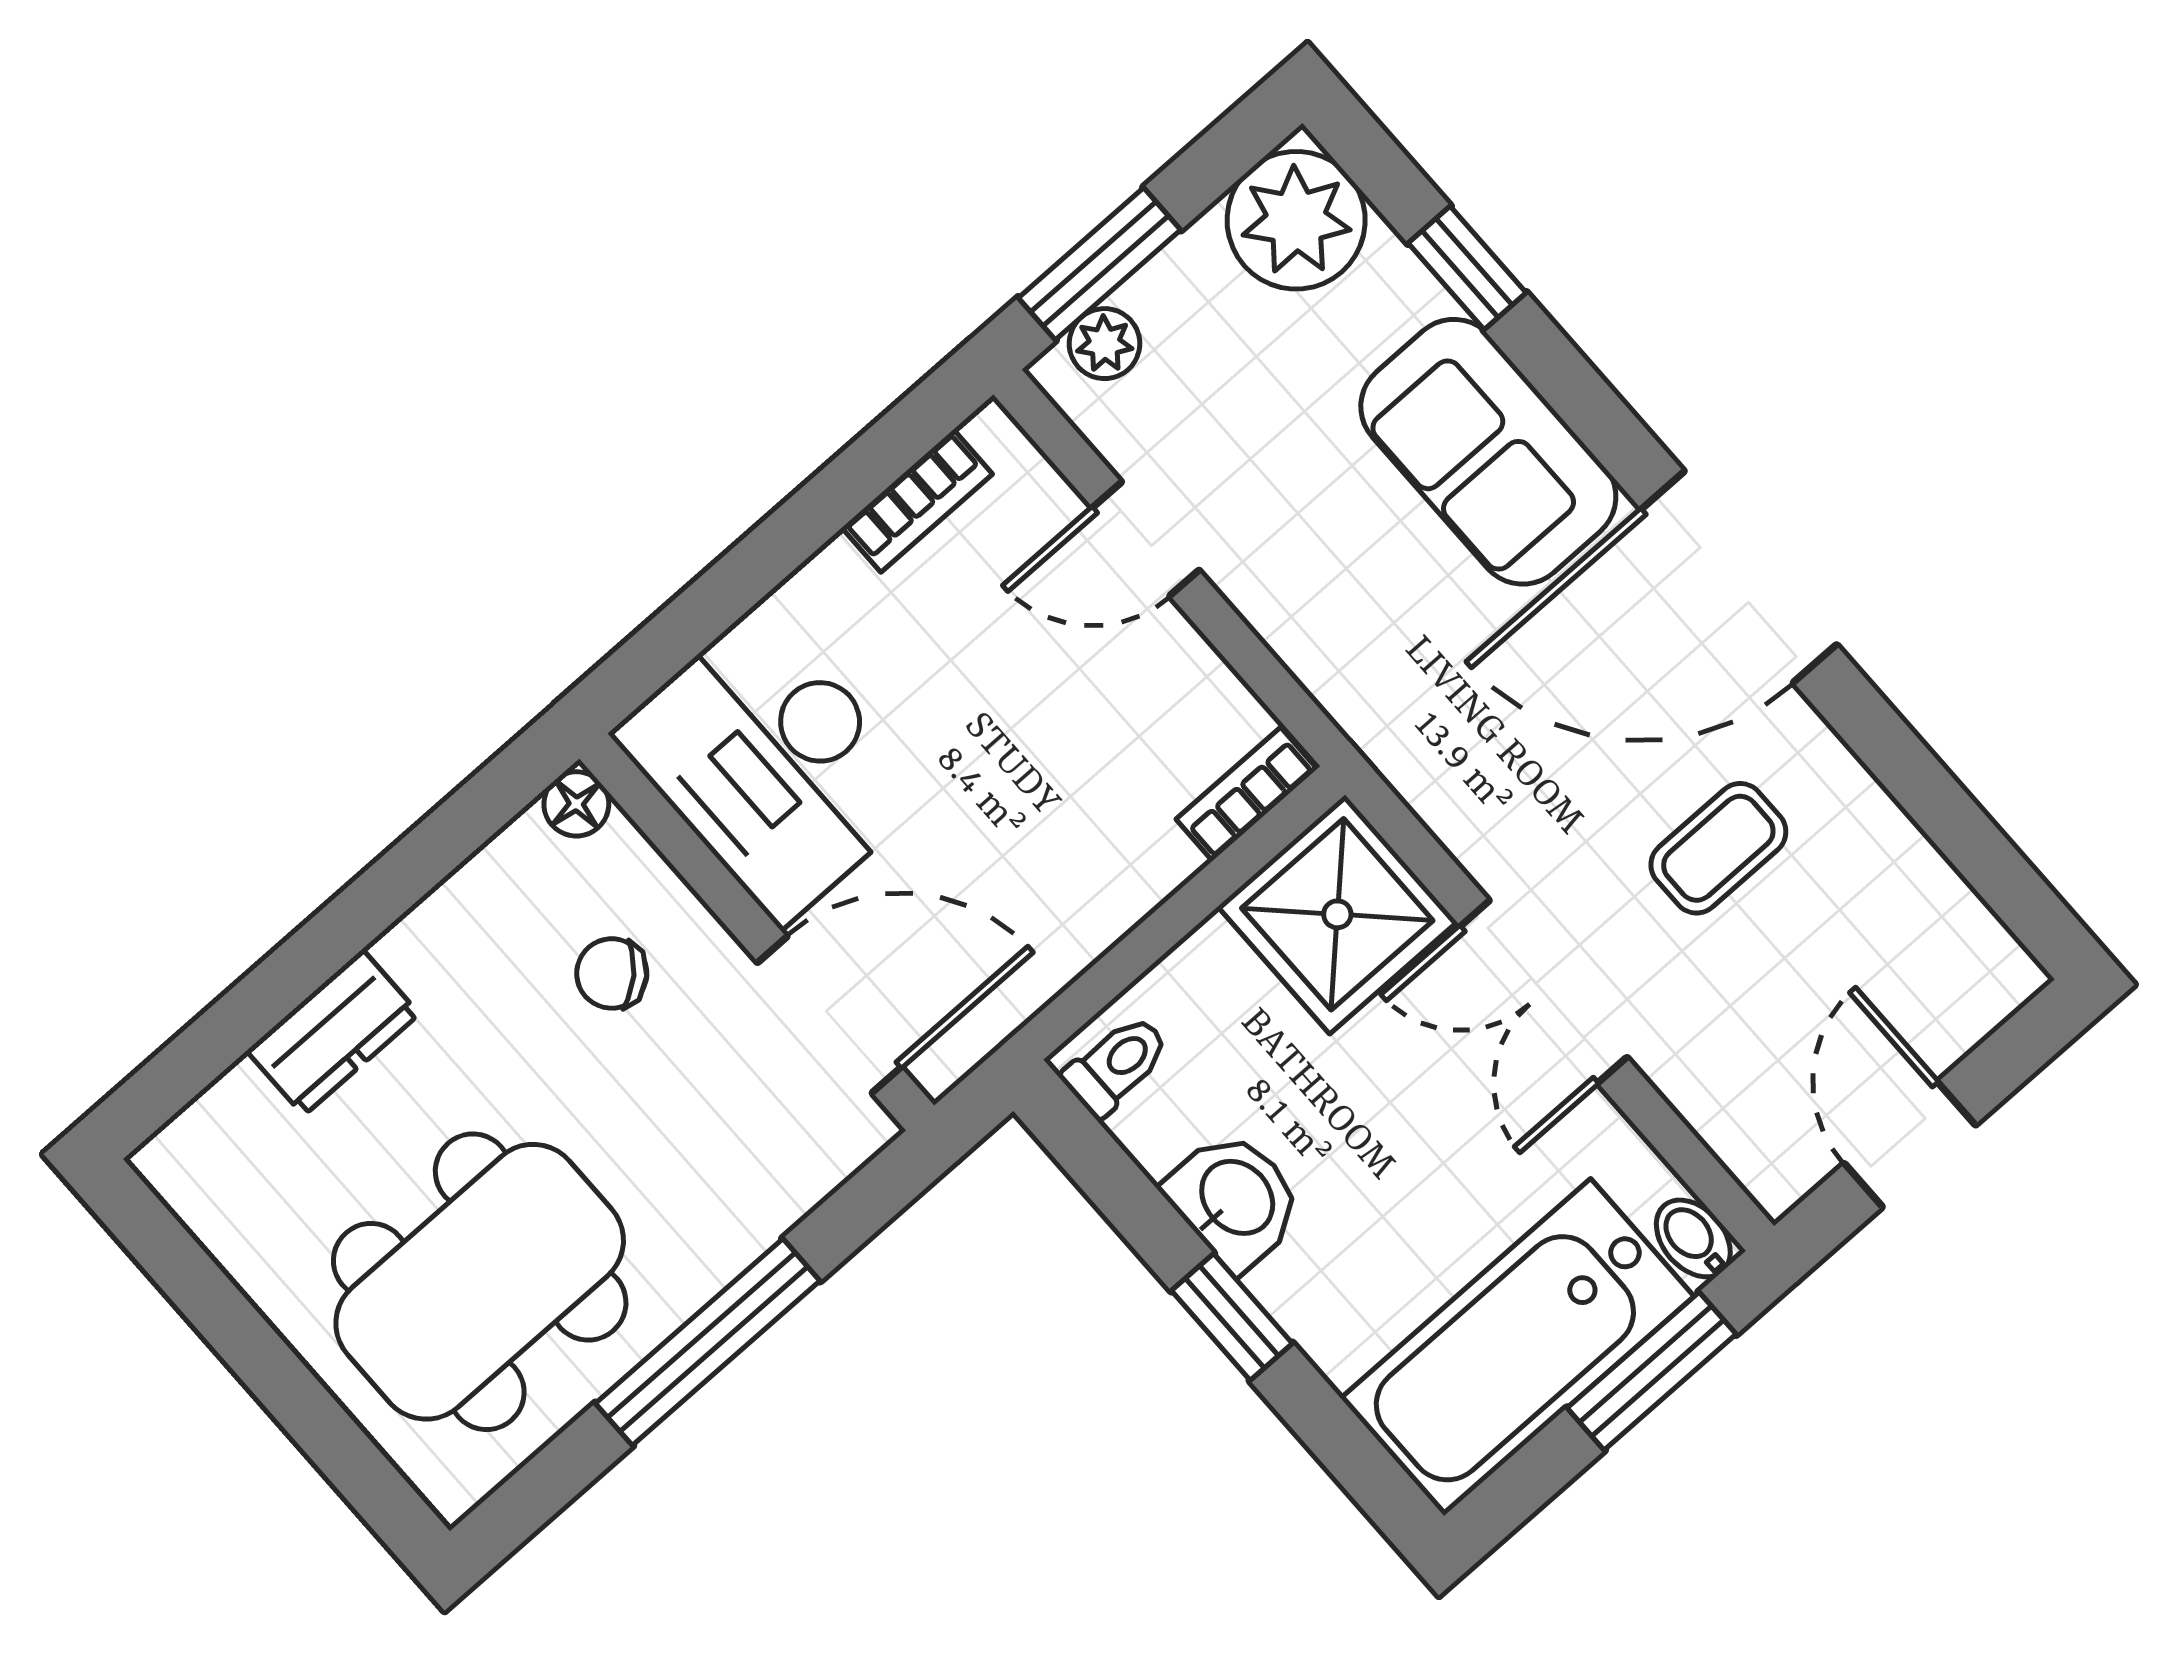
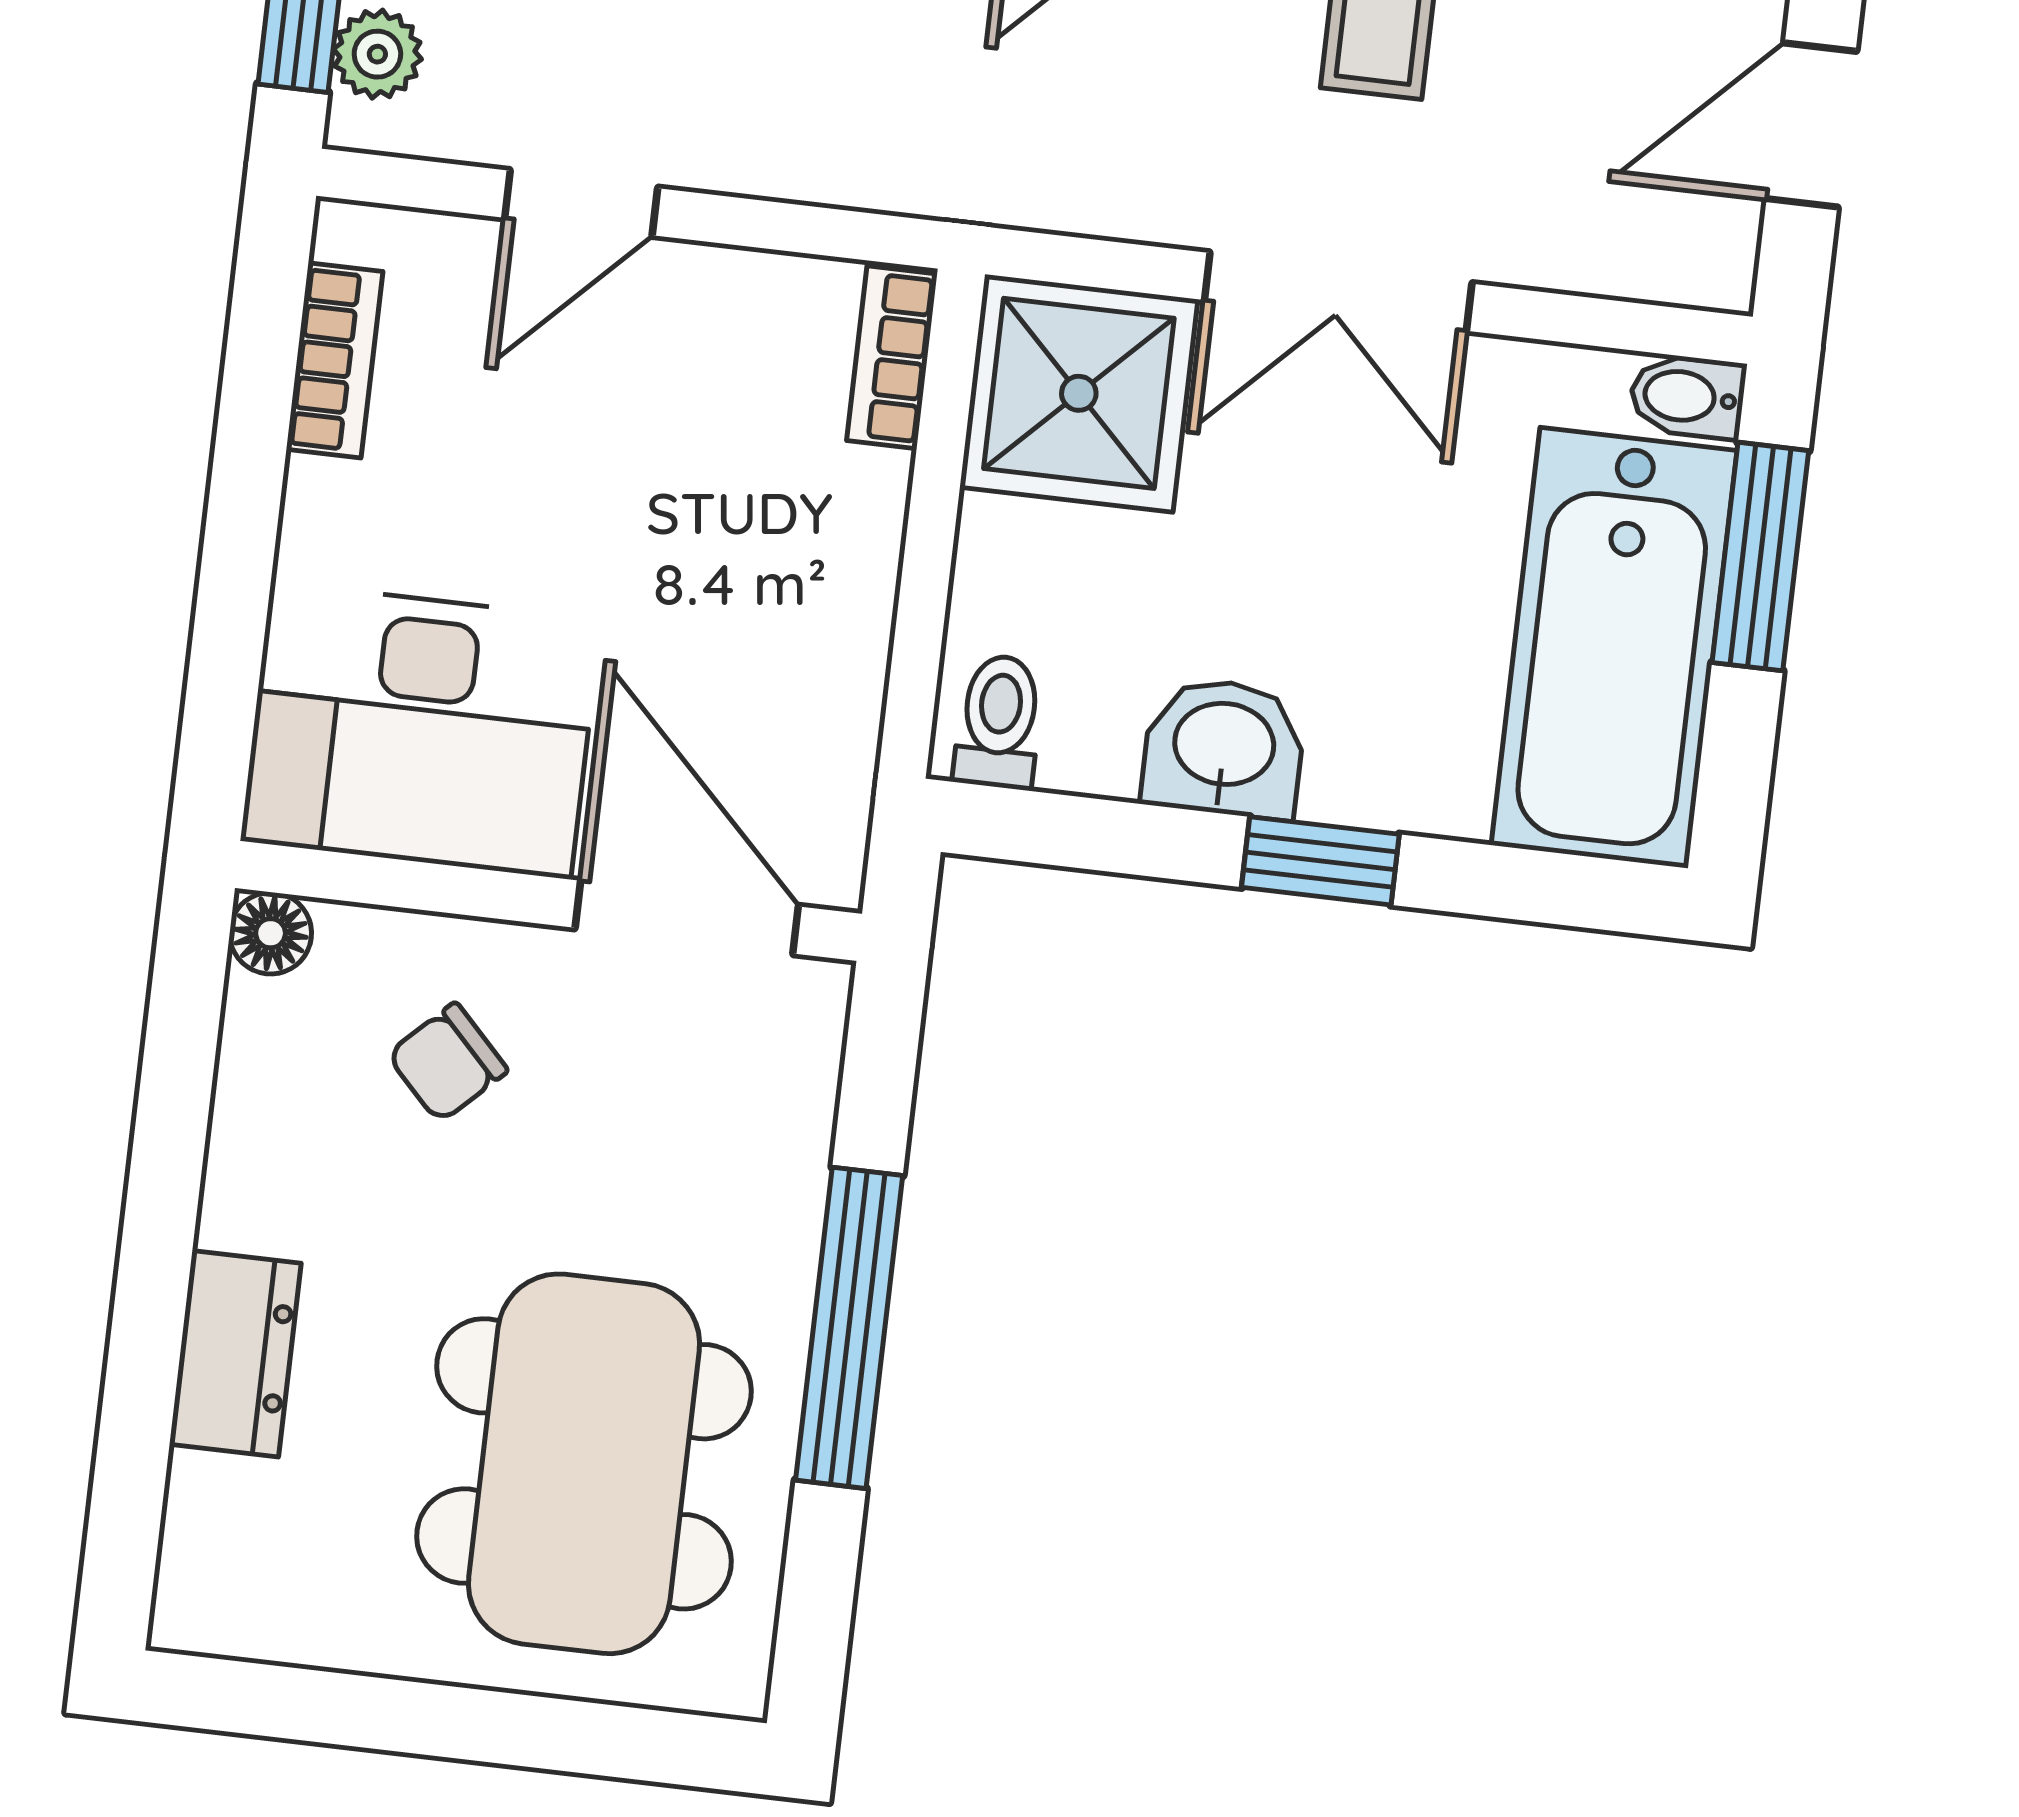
door: (830, 1015) -> (687, 917), hinge flipped
door: (1910, 1144) -> (1811, 125), hinge flipped

